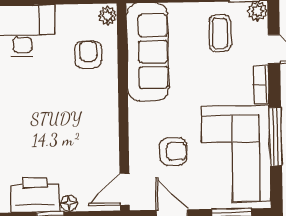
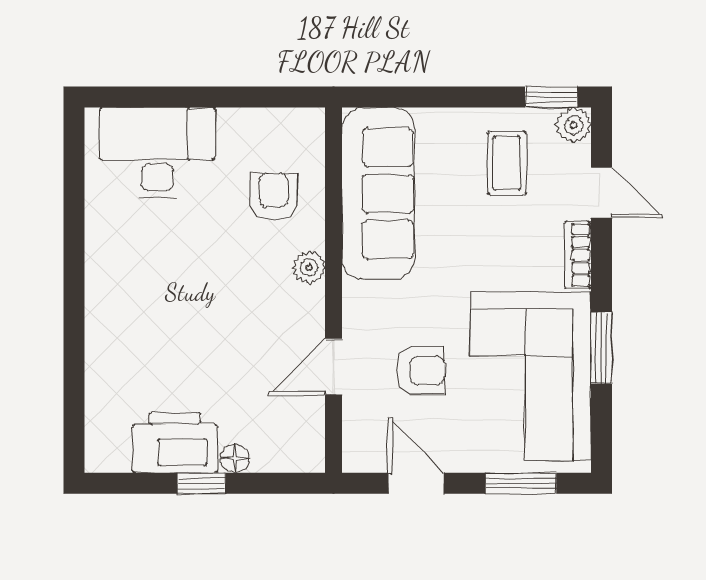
plant: (108, 16) -> (309, 267), moved
window: (276, 137) -> (601, 348), width x0.69
door: (125, 189) -> (334, 367), moved

